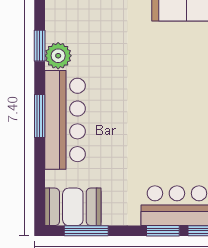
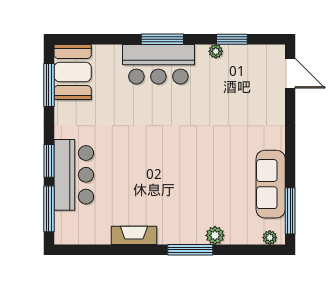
plant: (58, 56) -> (216, 51), width x0.53, depth x0.53
bar counter: (65, 120) -> (158, 64), width x0.73

